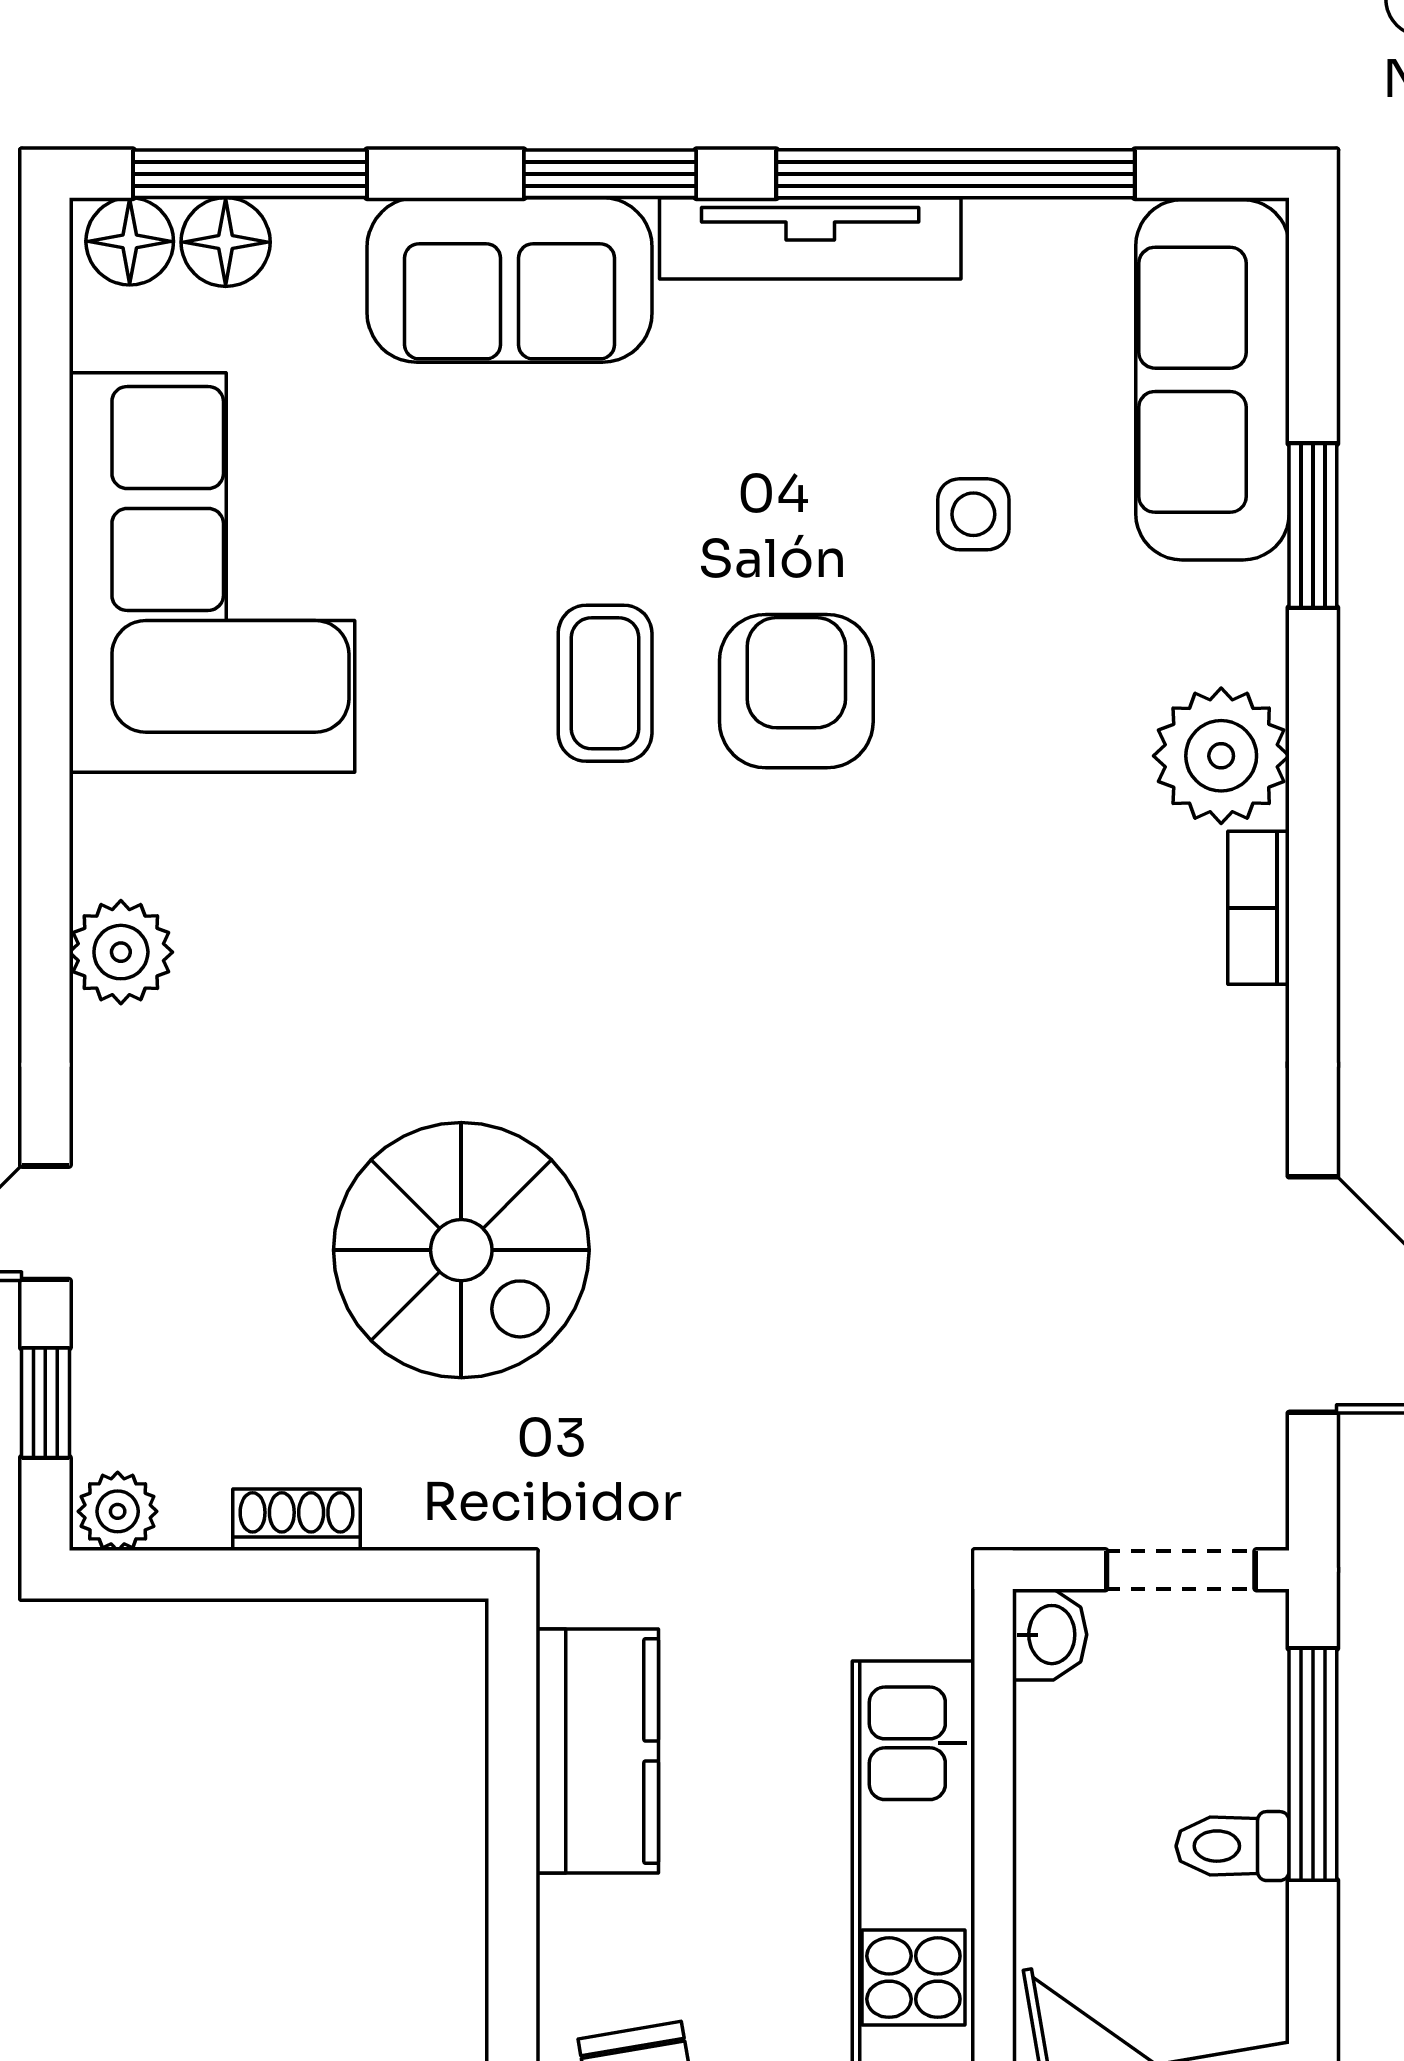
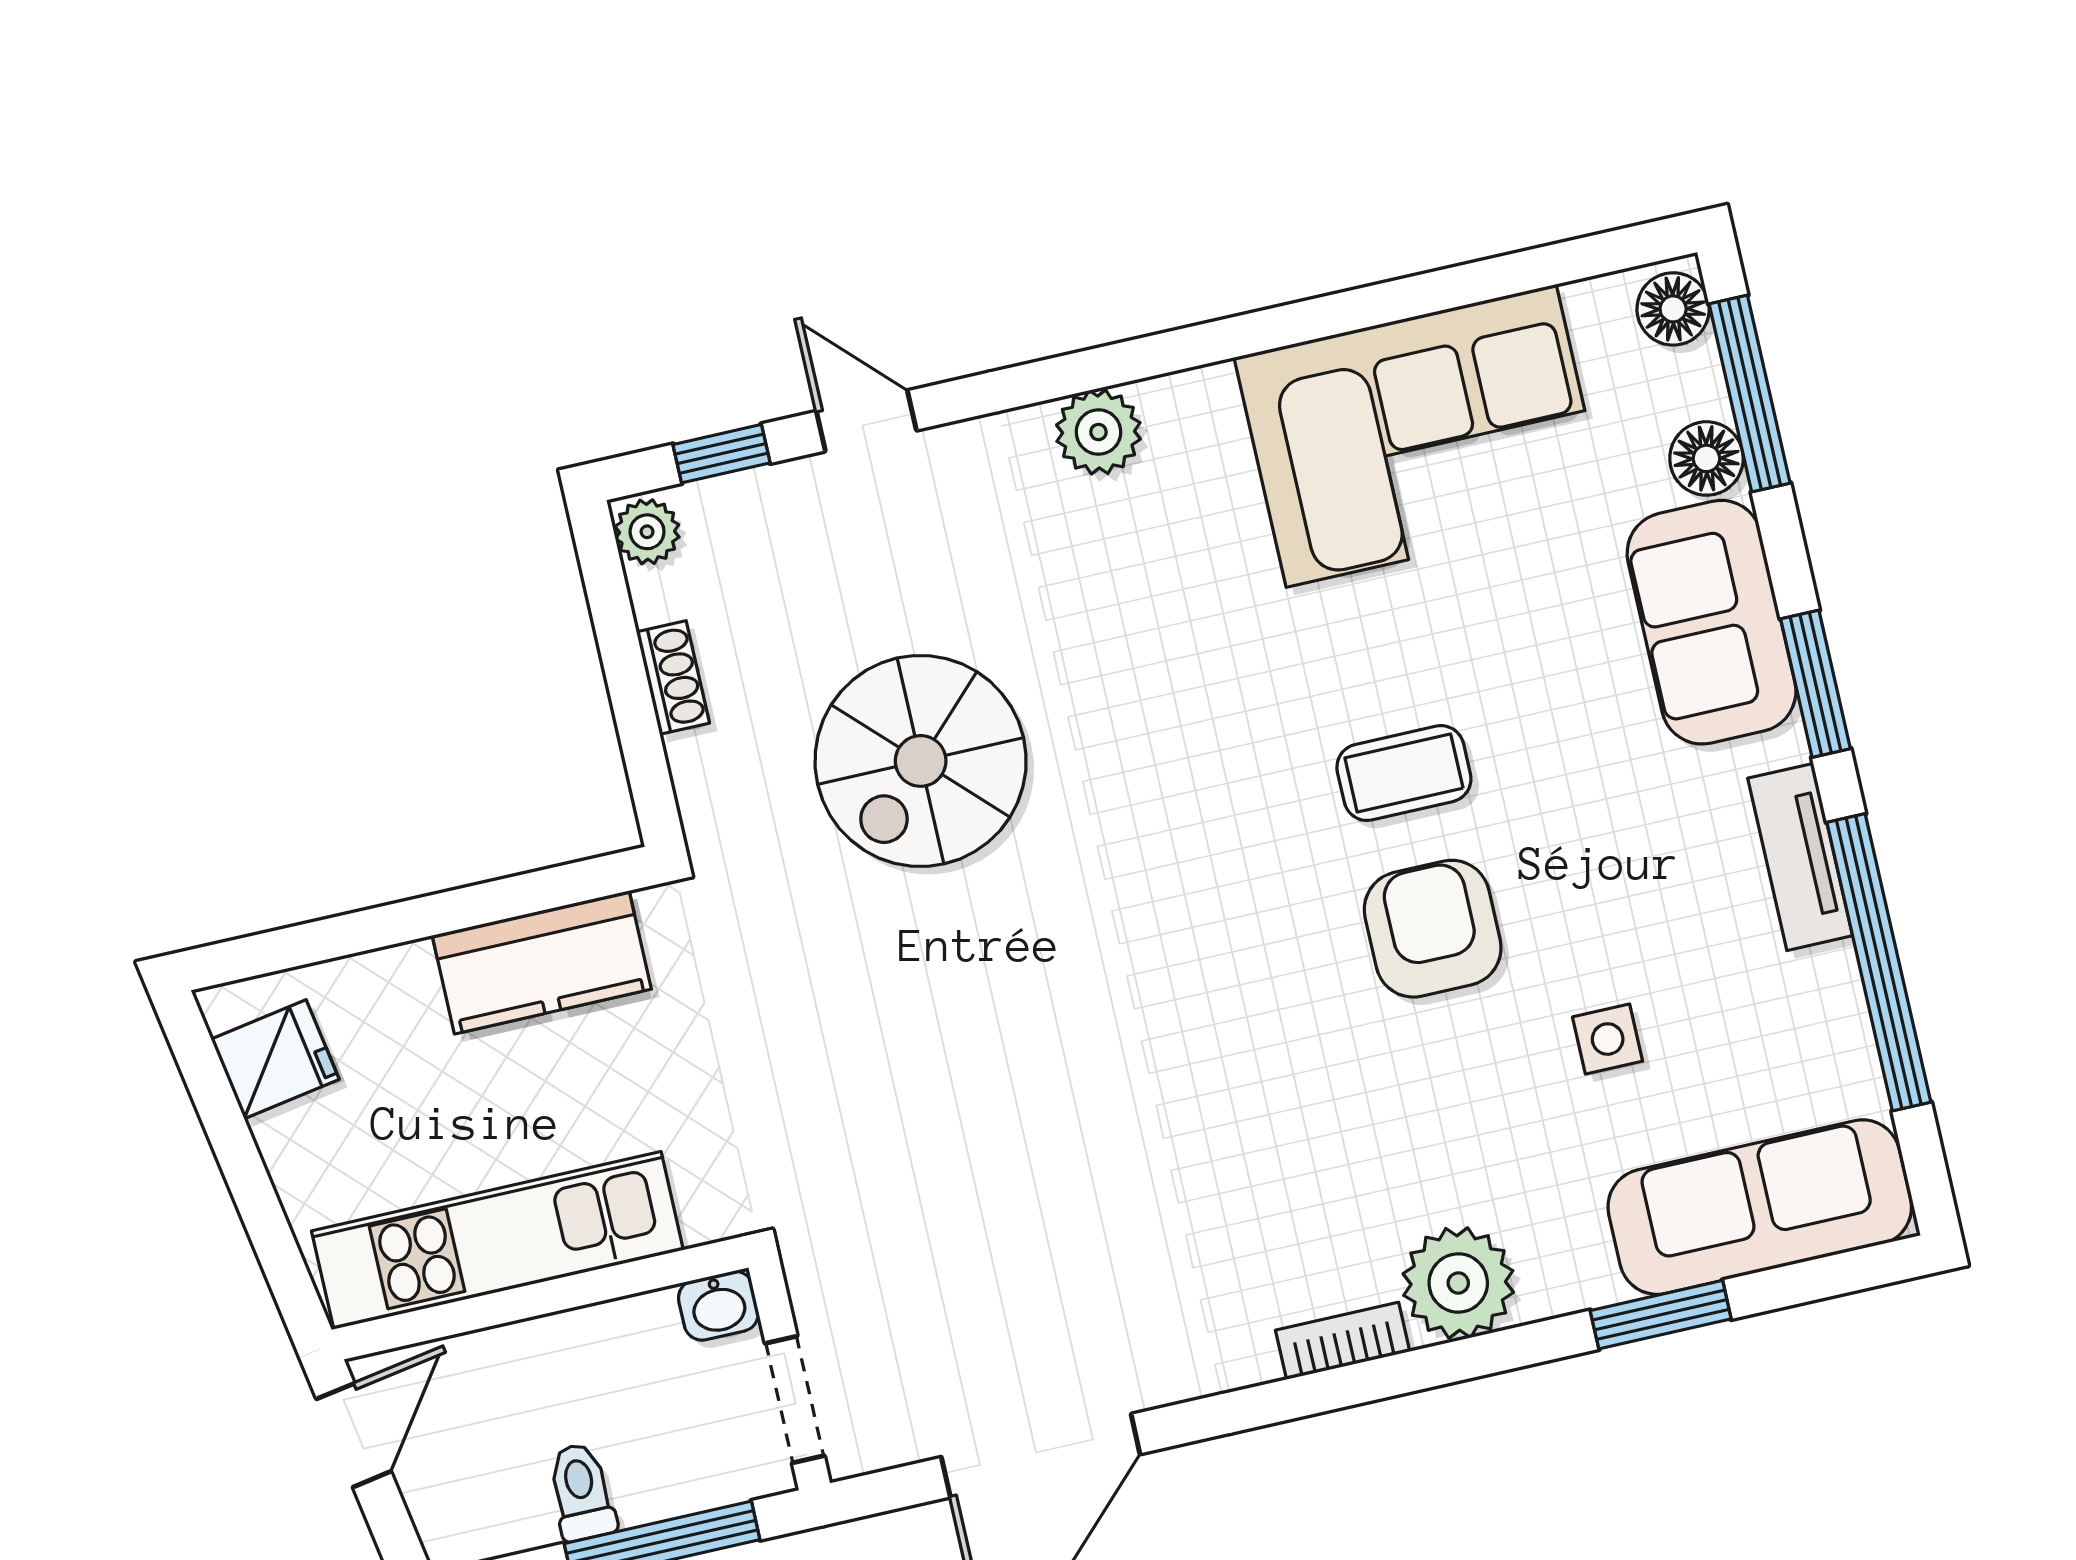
tv unit: (810, 238) -> (1800, 857), width x0.71
floor lamp: (226, 242) -> (1706, 458), moved
armchair: (796, 691) -> (1433, 929), turned -90

